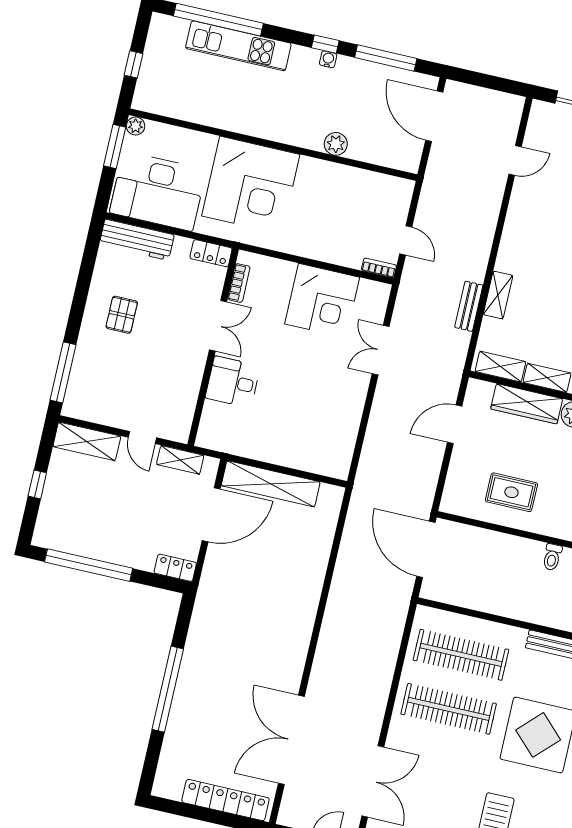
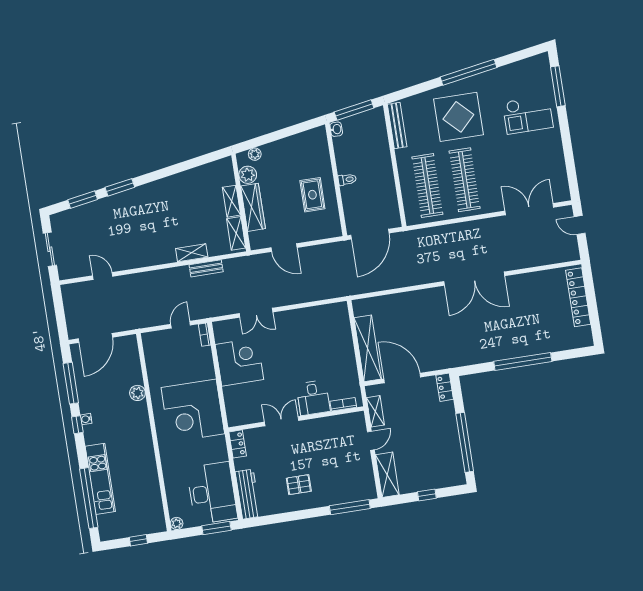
window: (115, 147) -> (216, 528), moved
corner desk: (251, 185) -> (193, 411), moved, turned 180
bookcase: (239, 283) -> (343, 404), moved
toilet: (552, 557) -> (347, 180), moved
double door: (291, 740) -> (474, 279), moved

